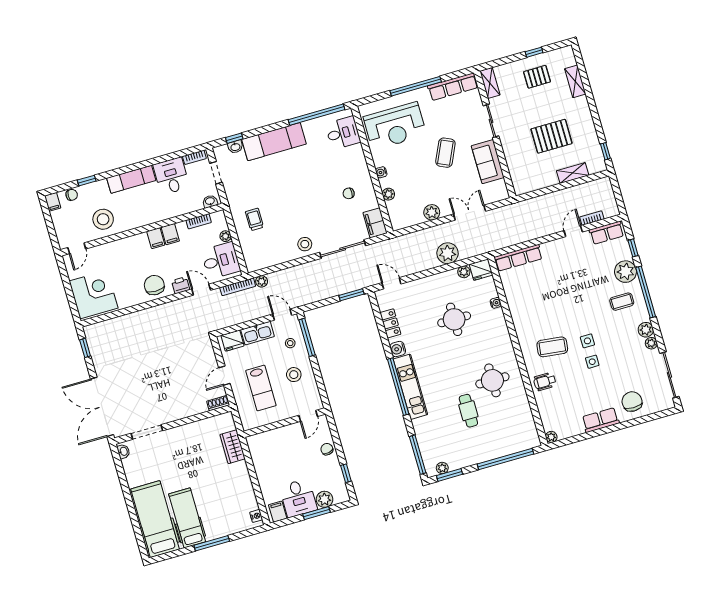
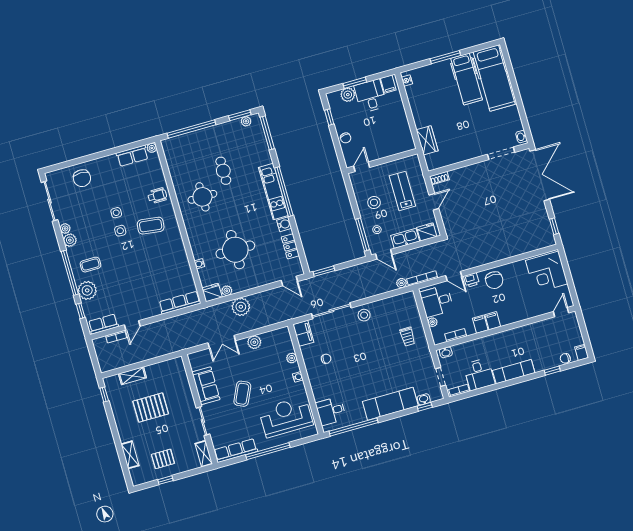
stool: (103, 219) -> (538, 337), removed
round table: (454, 319) -> (235, 250), width x1.36, depth x1.36
row of seats: (601, 420) -> (132, 156), moved

